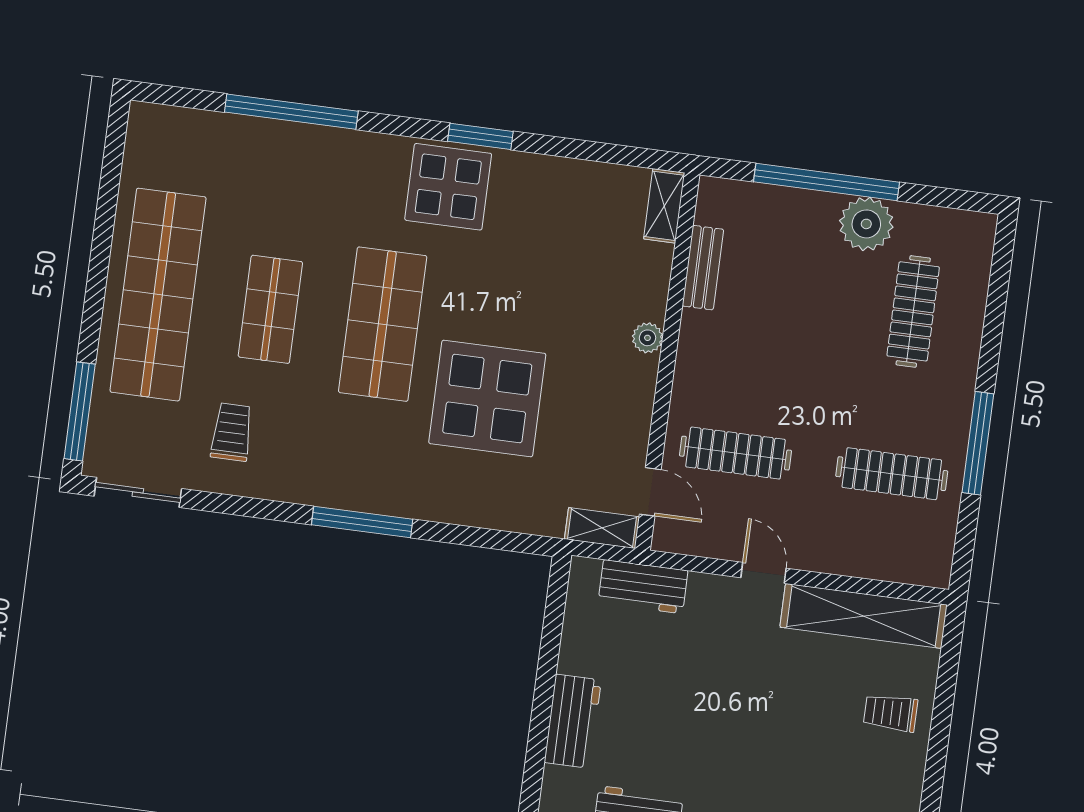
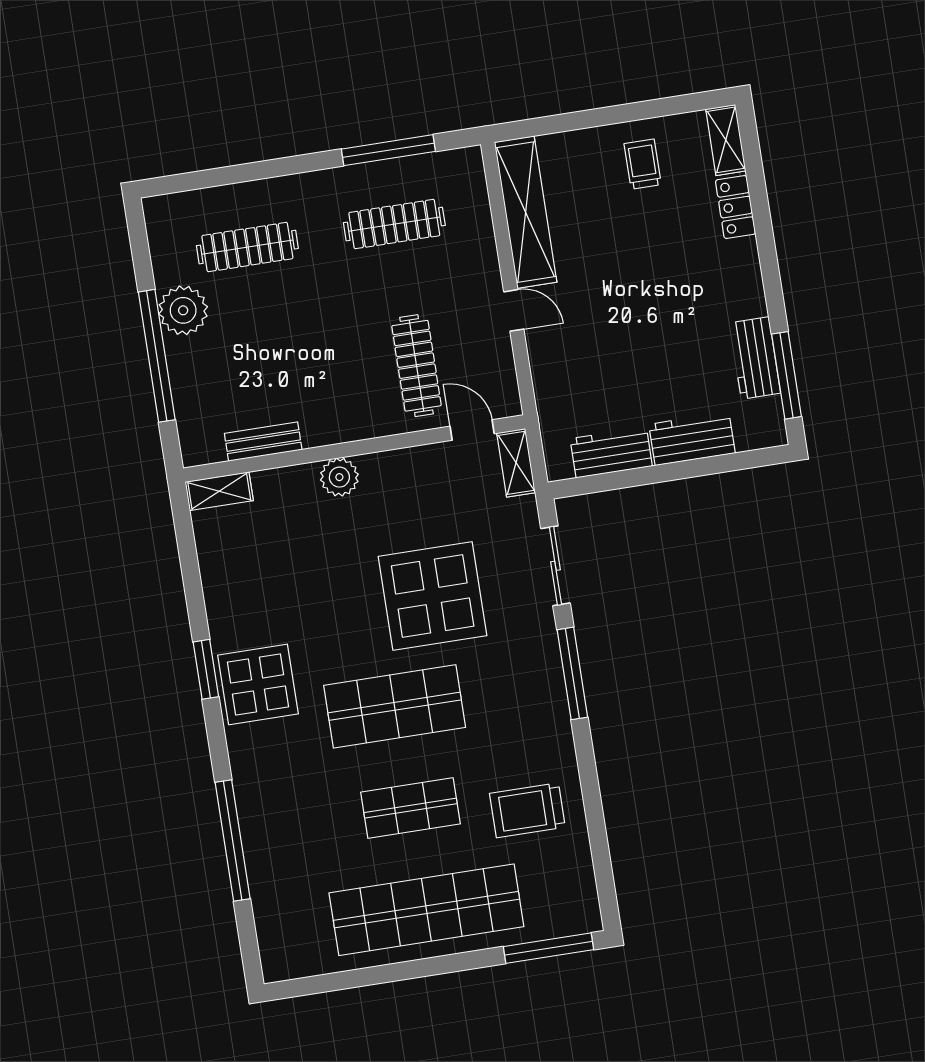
plant: (647, 338) -> (339, 477), width x1.38, depth x1.38
trolley: (232, 432) -> (527, 810), width x1.36, depth x1.39
window: (978, 443) -> (388, 150), moved
clothes rail: (892, 474) -> (394, 224), turned 90
sliding door: (138, 492) -> (555, 566), moved
door: (650, 492) -> (472, 430), hinge flipped
door: (764, 573) -> (514, 310), swing flipped
workbench: (643, 587) -> (611, 452), moved, turned -90
trolley: (891, 713) -> (643, 164), moved, turned 180

